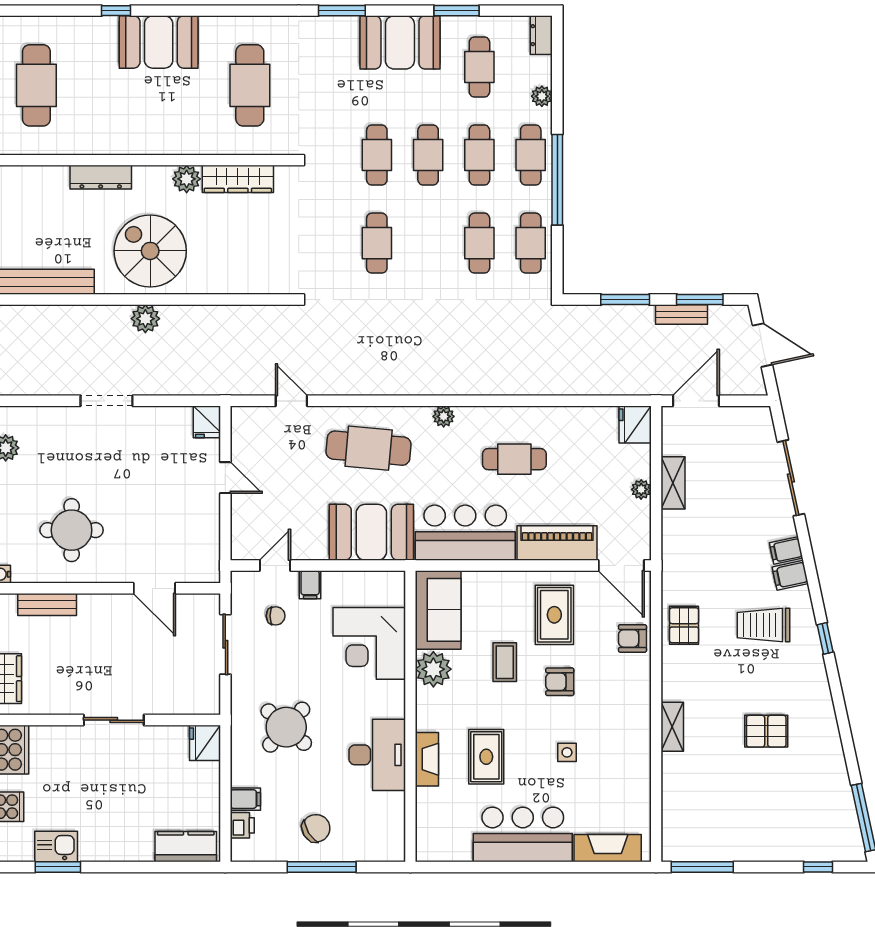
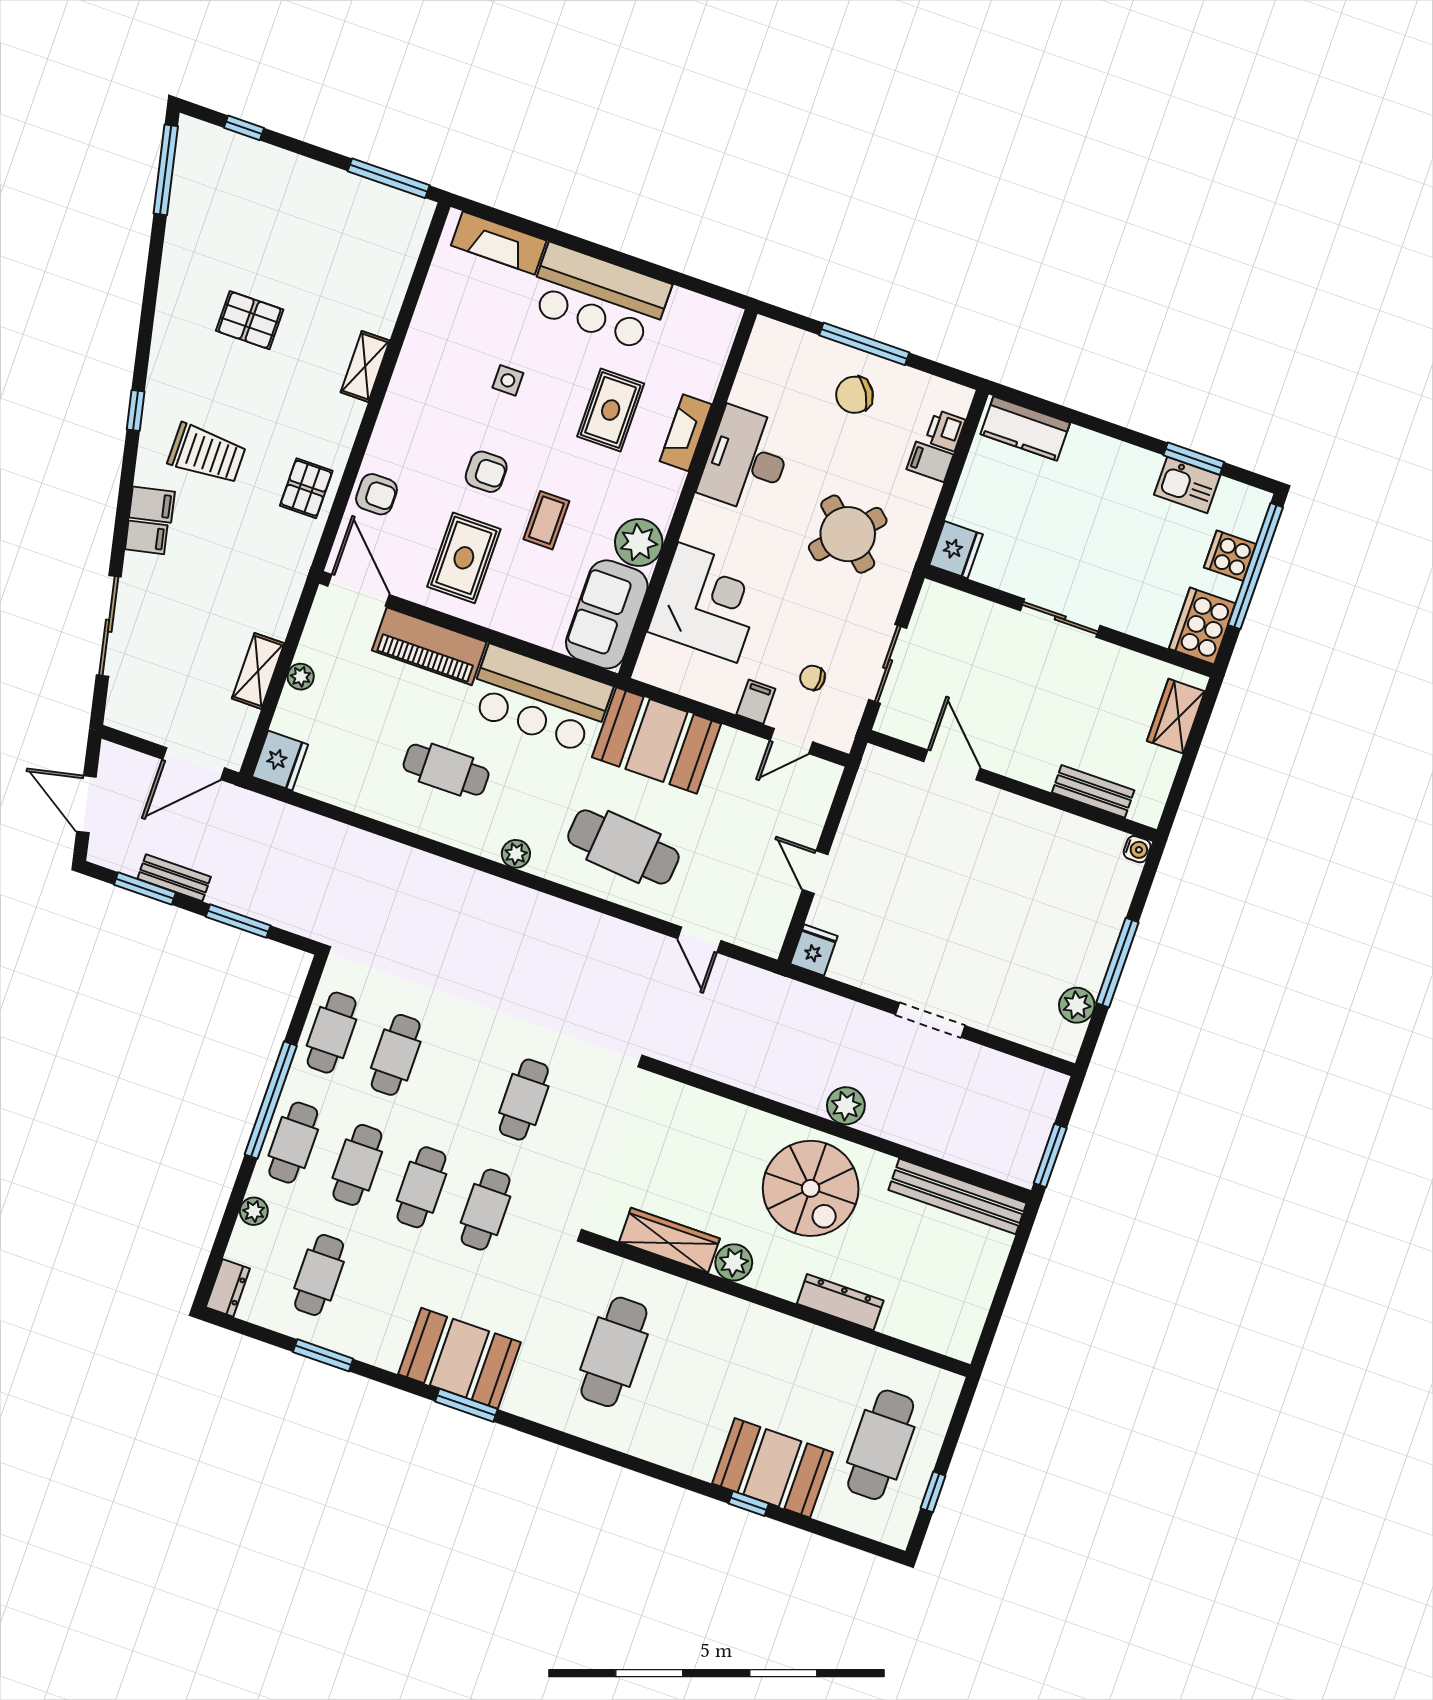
booth: (159, 42) -> (772, 1468), moved
booth: (400, 42) -> (459, 1358), moved
round table: (72, 530) -> (1030, 874), removed

